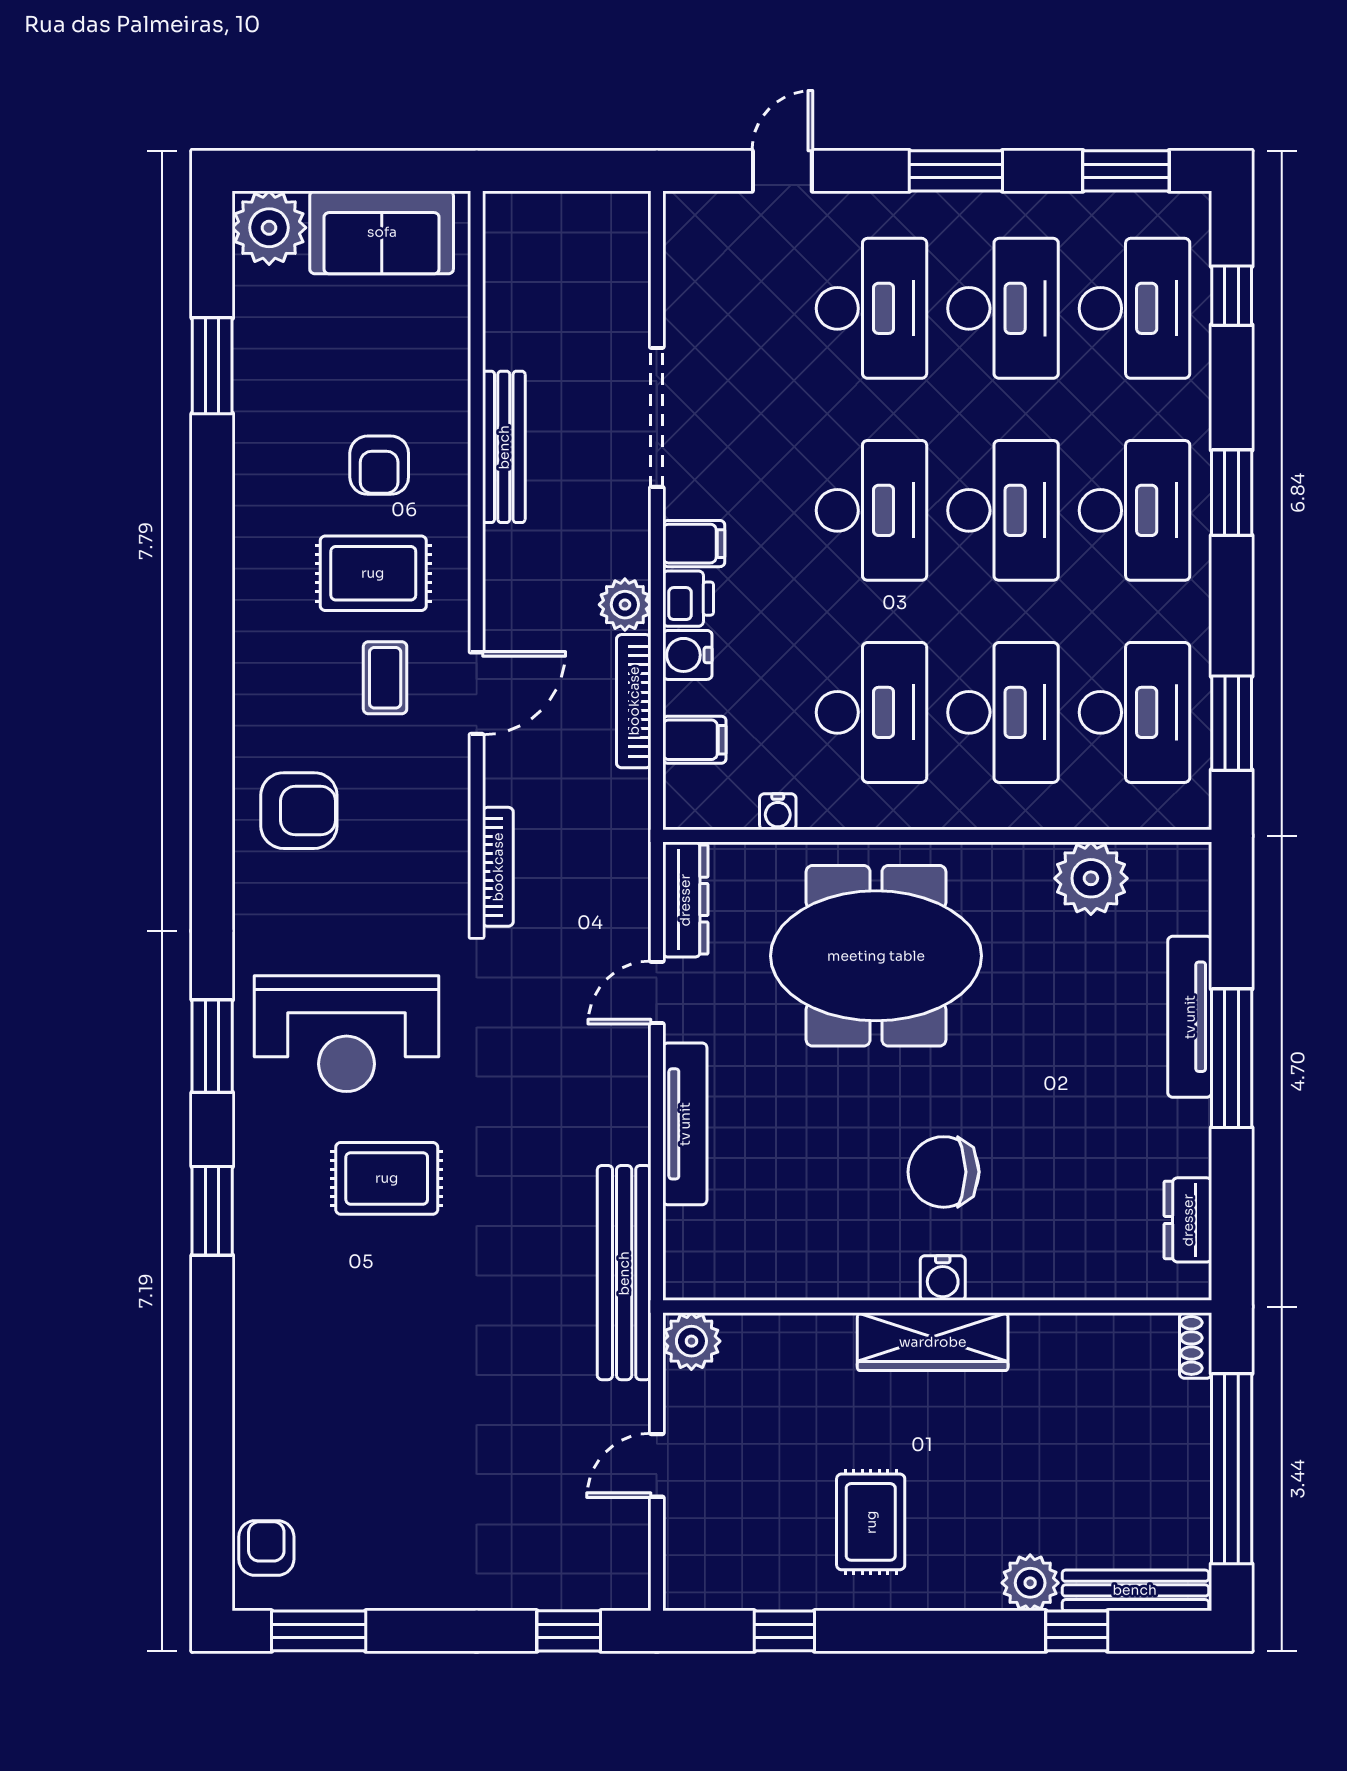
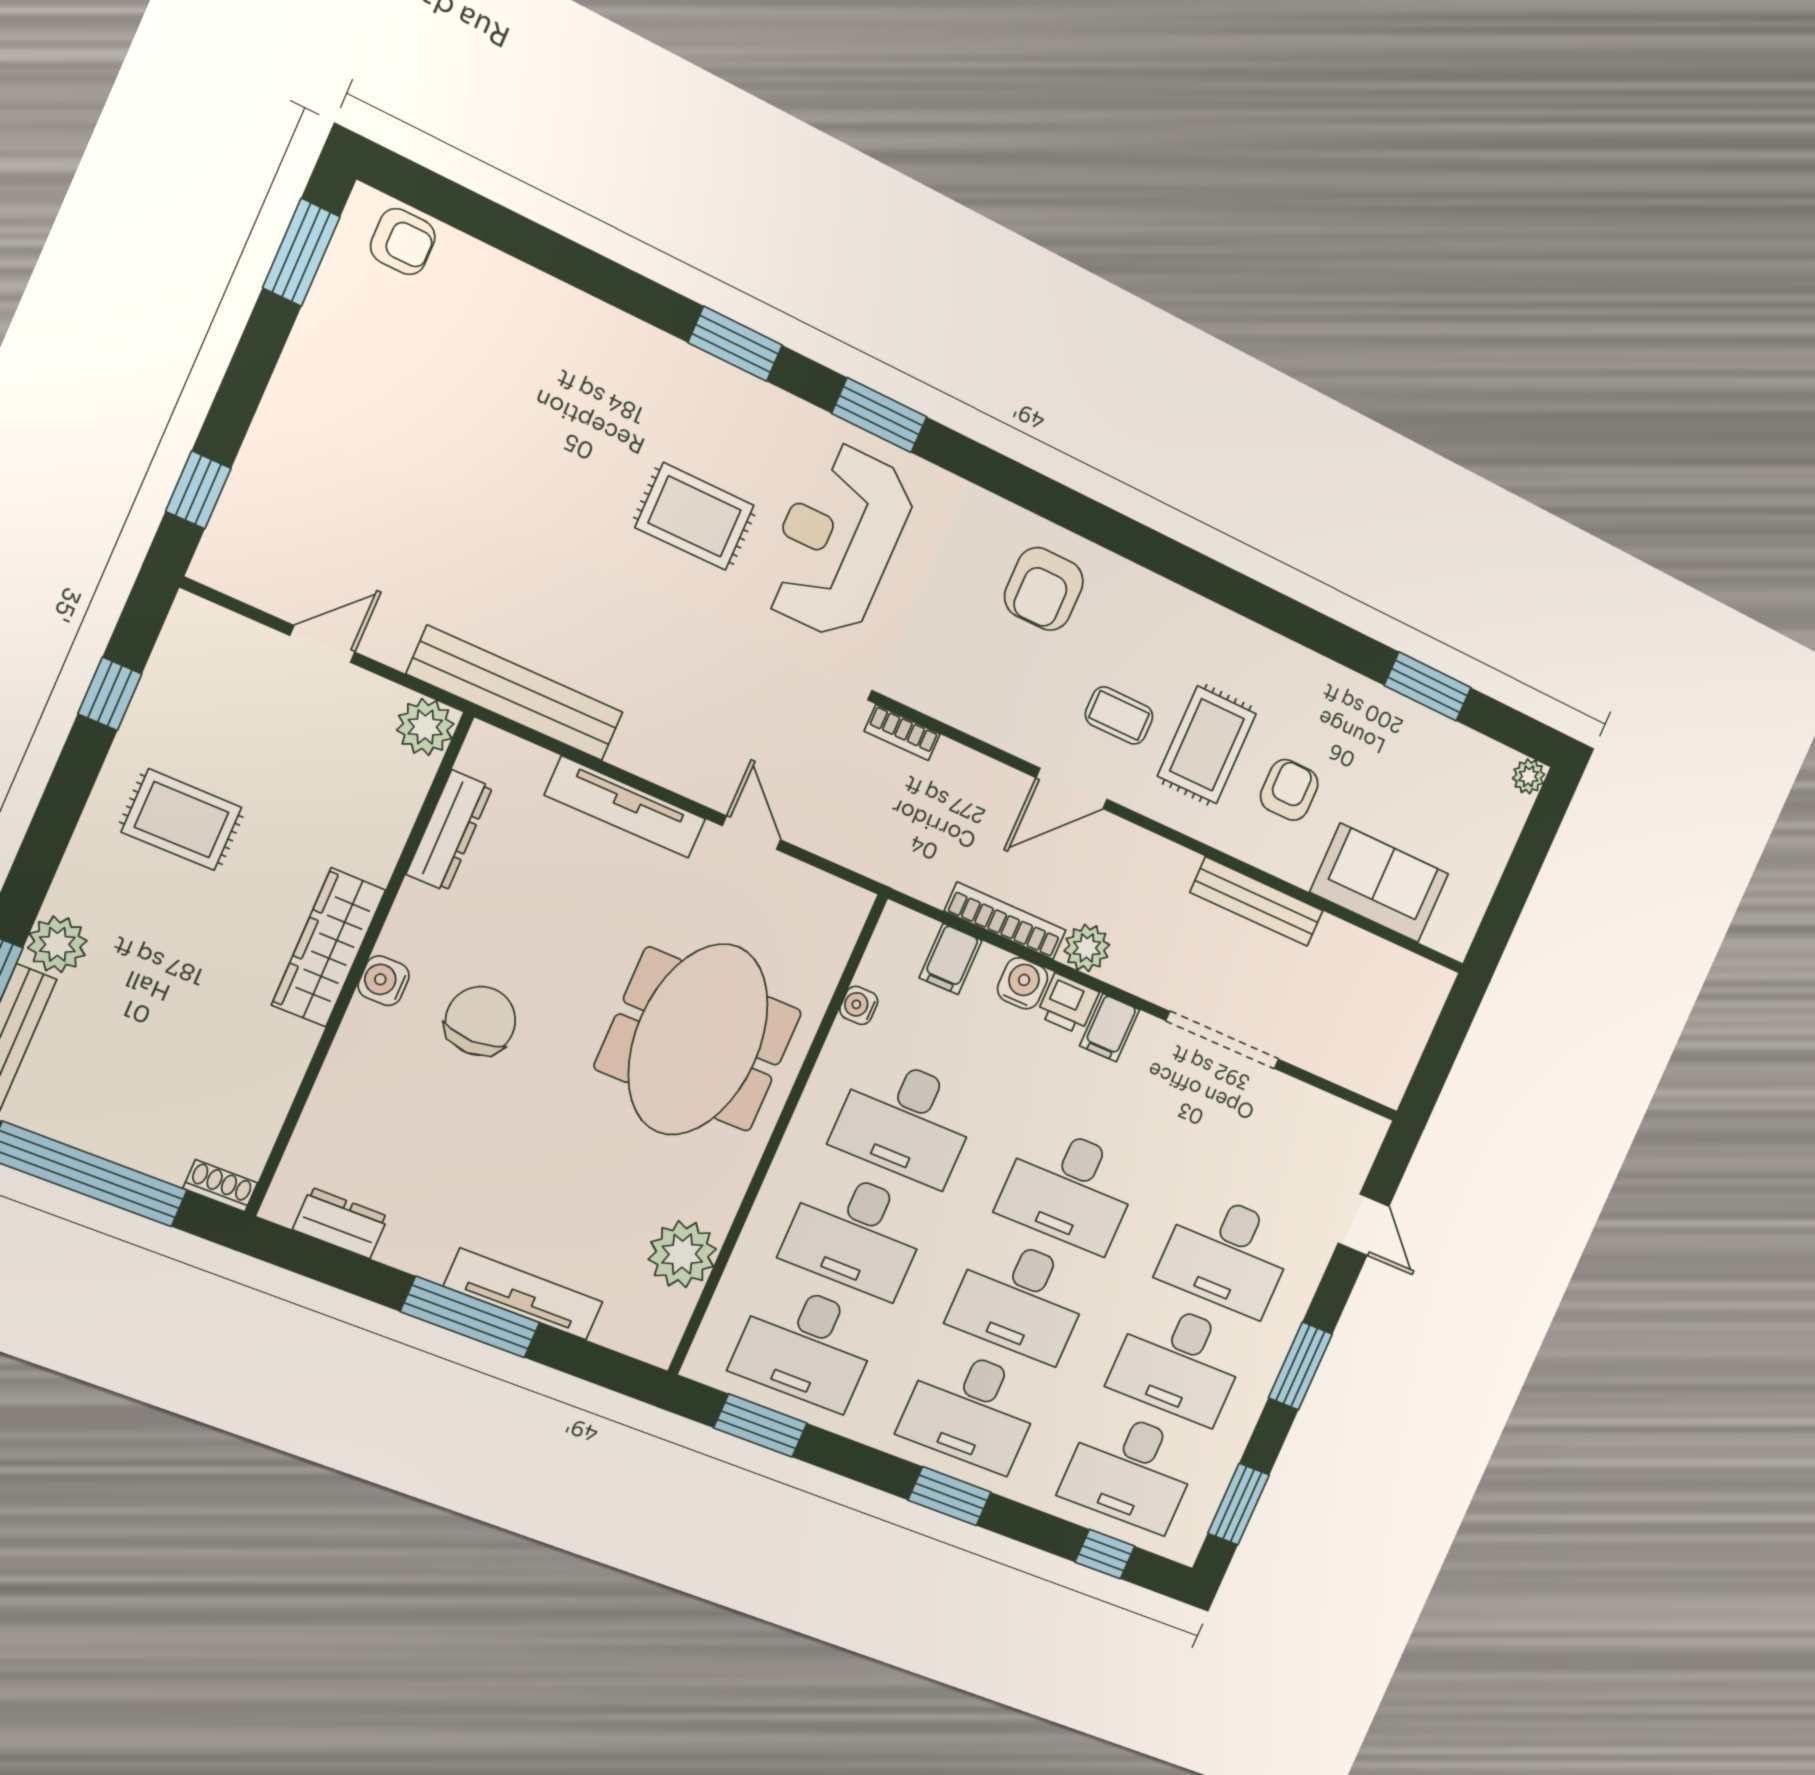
plant: (269, 228) -> (1529, 776), width x0.53, depth x0.53
sofa: (382, 232) -> (1379, 883), moved, turned 90
armchair: (379, 465) -> (1289, 790), turned 90
door: (477, 693) -> (1072, 788), hinge flipped
bookcase: (498, 867) -> (902, 733), width x0.64
dresser: (685, 900) -> (449, 831), moved, turned -90
rug: (387, 1178) -> (695, 516), turned 90
door: (657, 1465) -> (322, 644), hinge flipped

